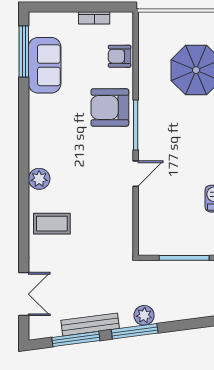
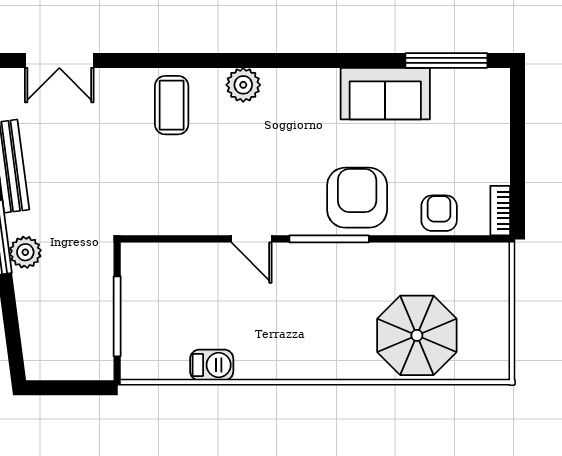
bookcase: (94, 18) -> (500, 211), moved
sofa: (45, 65) -> (385, 94), moved

